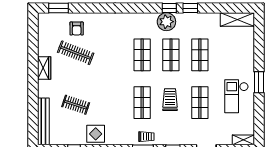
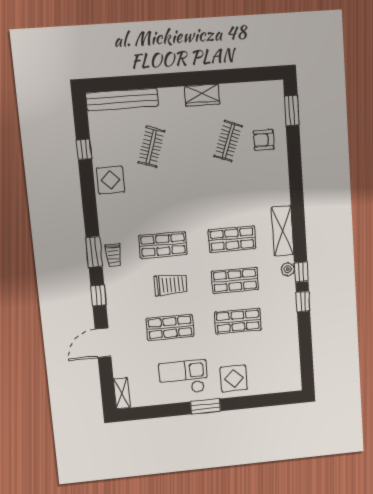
shelving: (237, 19) -> (283, 231), moved
plant: (166, 22) -> (288, 269), width x0.53, depth x0.53
clothes rail: (76, 53) -> (228, 141), width x0.73
display table: (241, 61) -> (234, 378), added

